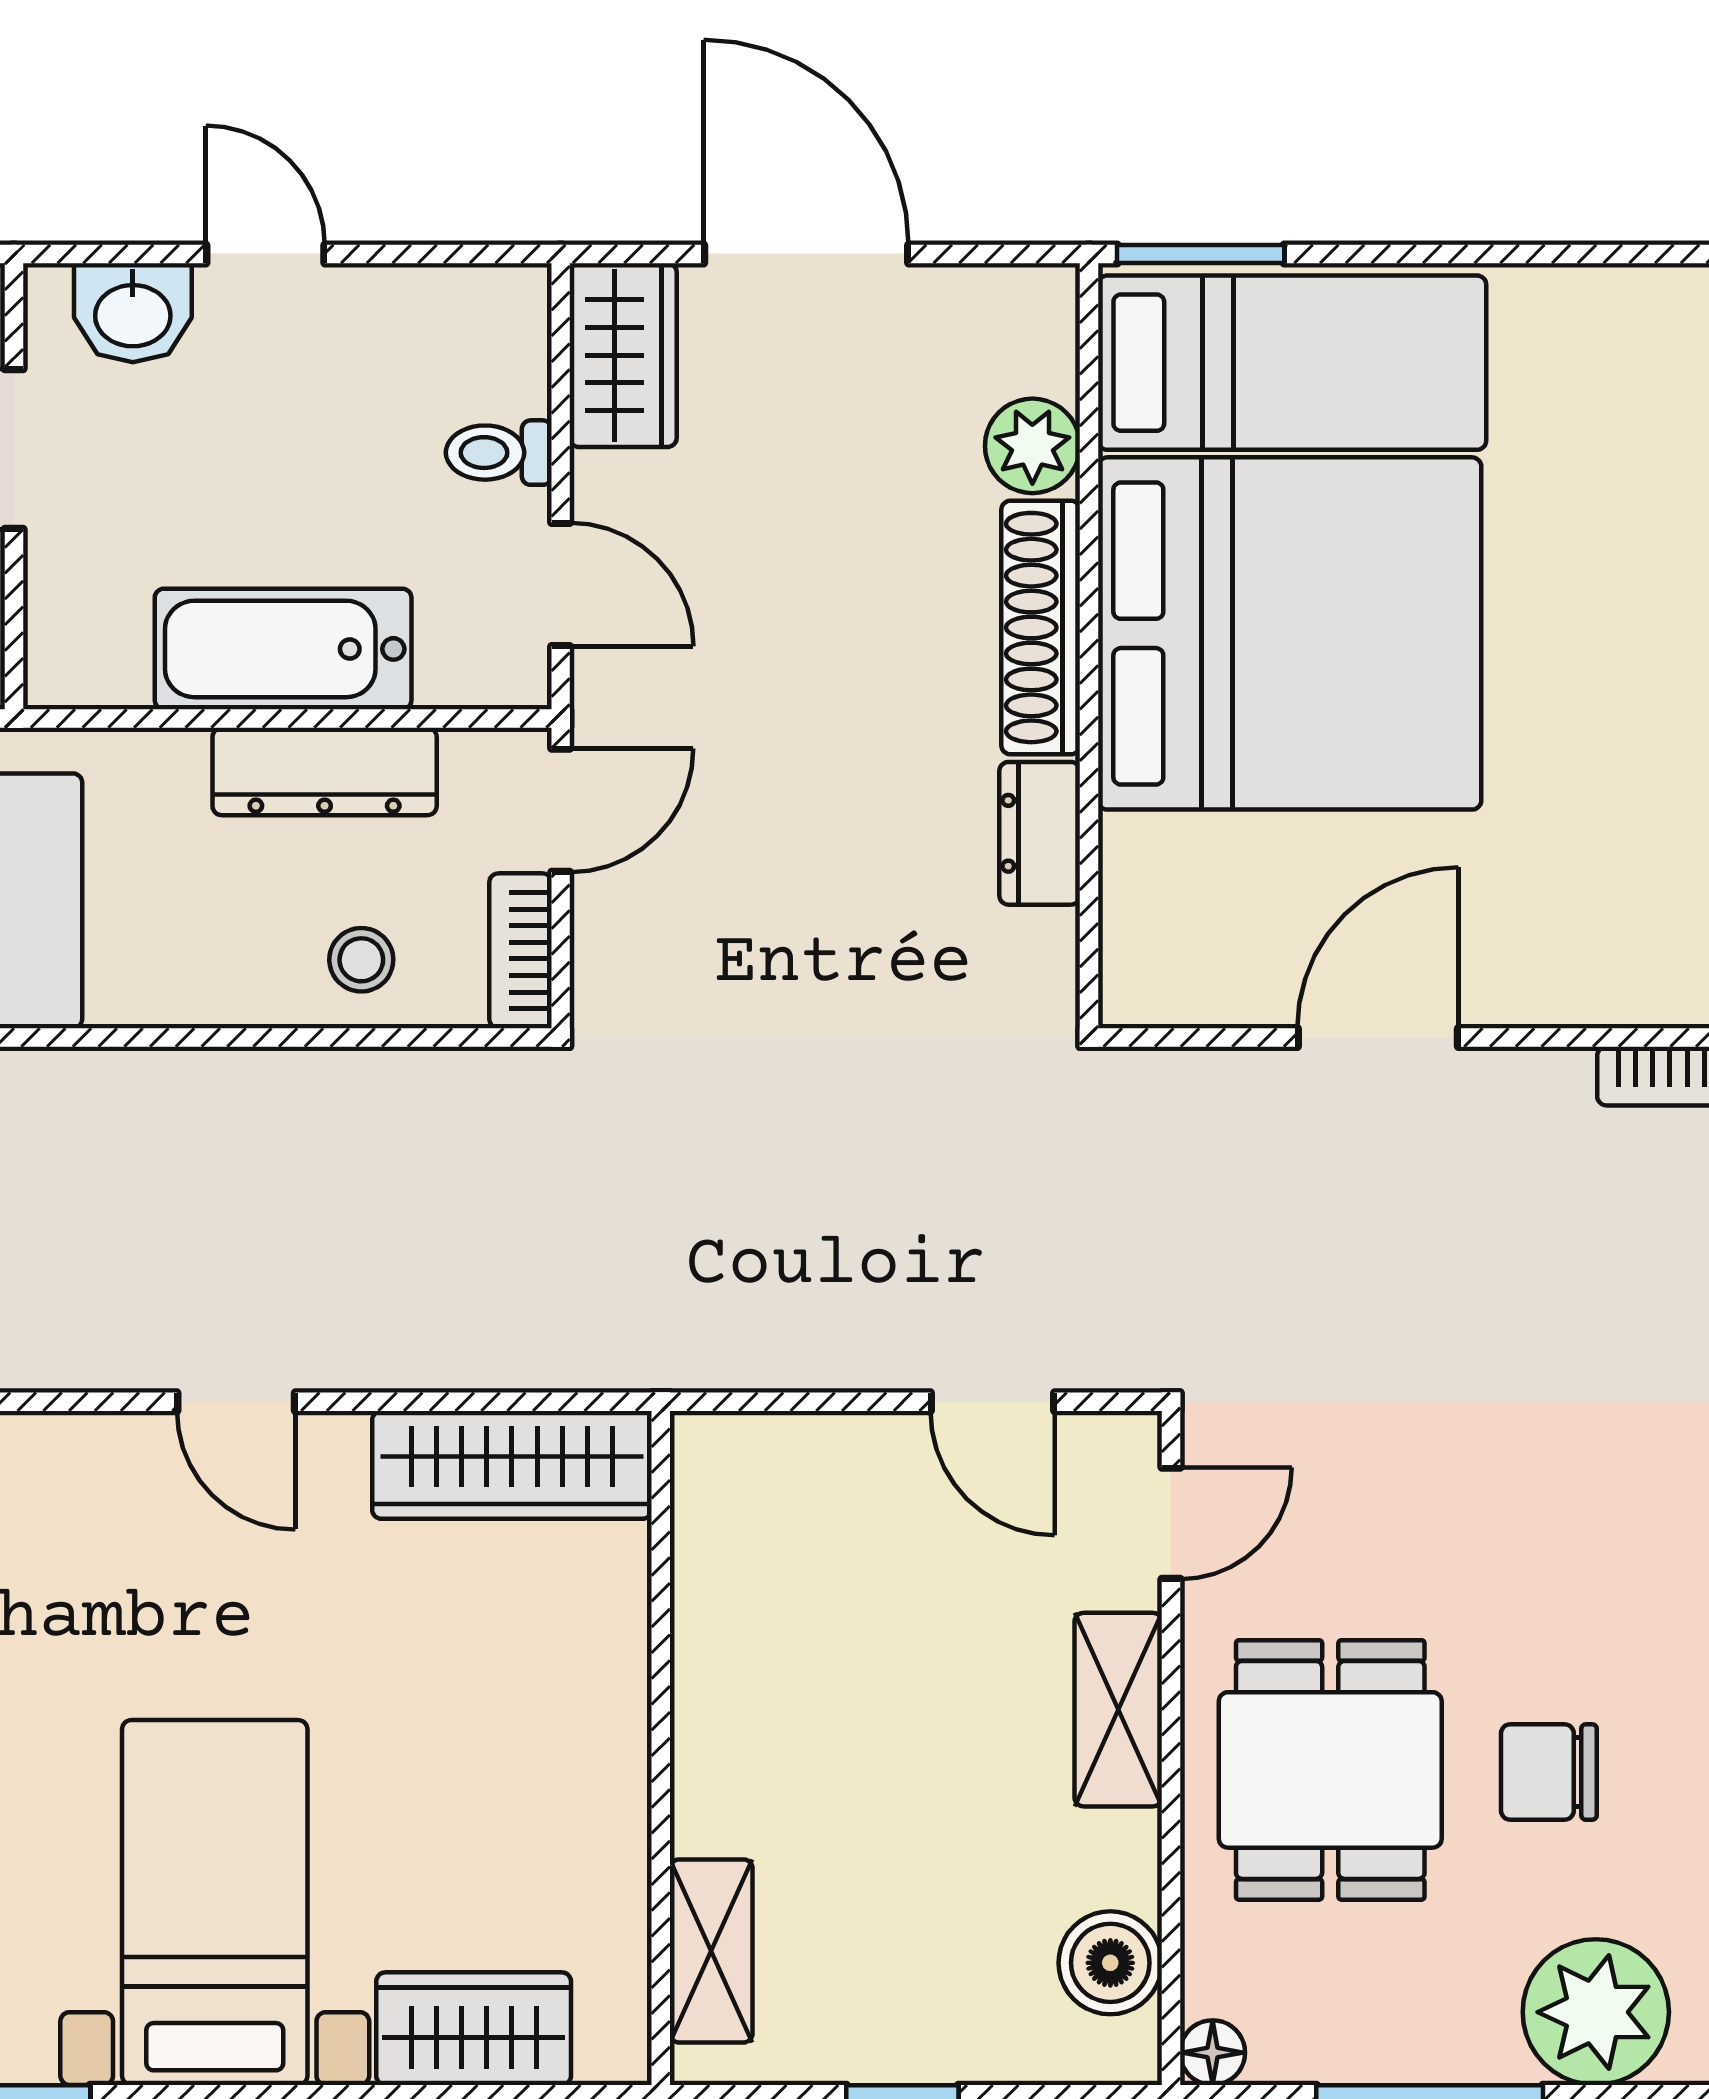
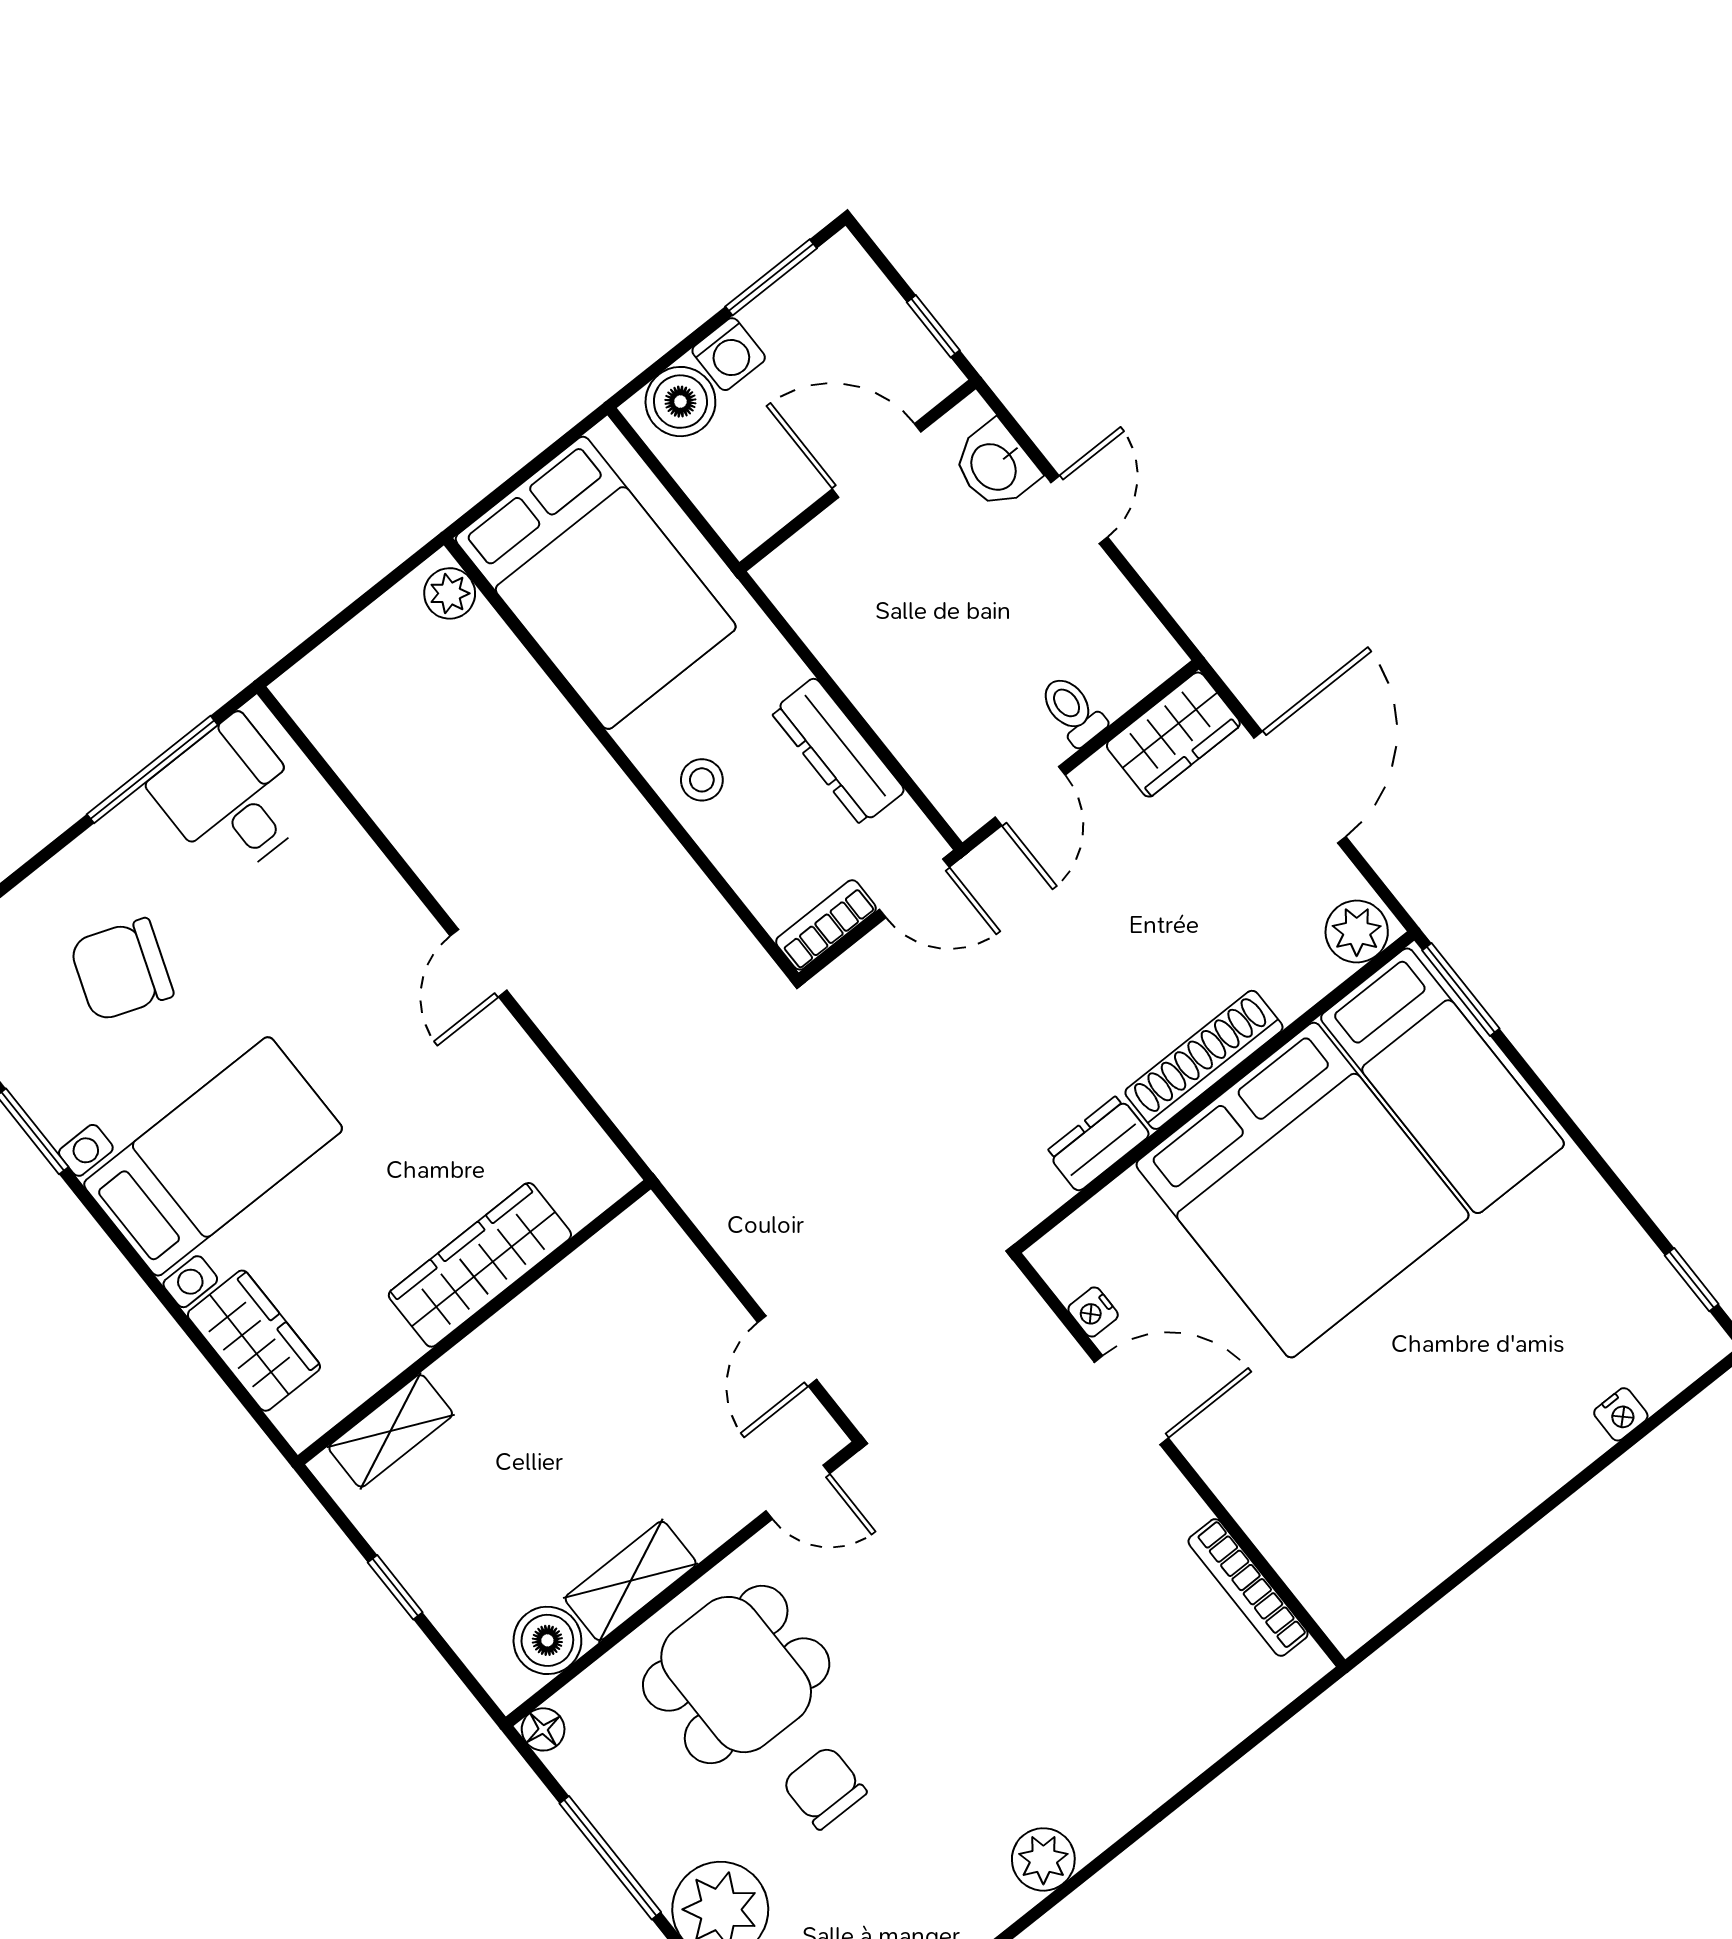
plant: (1032, 446) -> (1357, 932), moved
bathtub: (283, 649) -> (884, 680), removed
stool: (361, 960) -> (702, 780), moved
nightstand: (1236, 999) -> (1093, 1312), added
wardrobe: (512, 1465) -> (480, 1265), moved, turned 90
shelving: (1118, 1710) -> (631, 1581), moved

